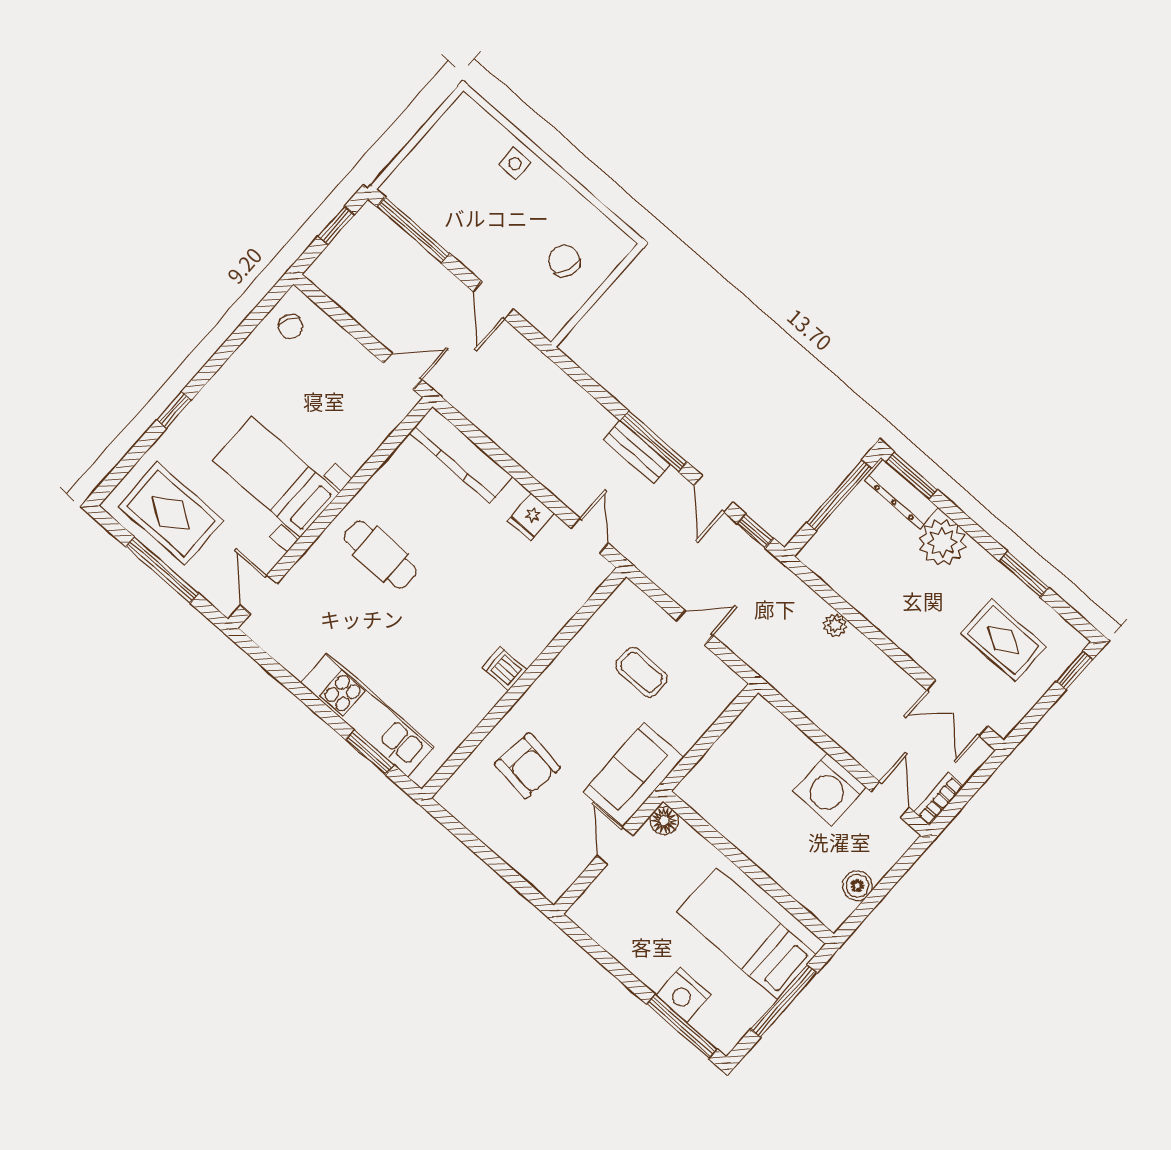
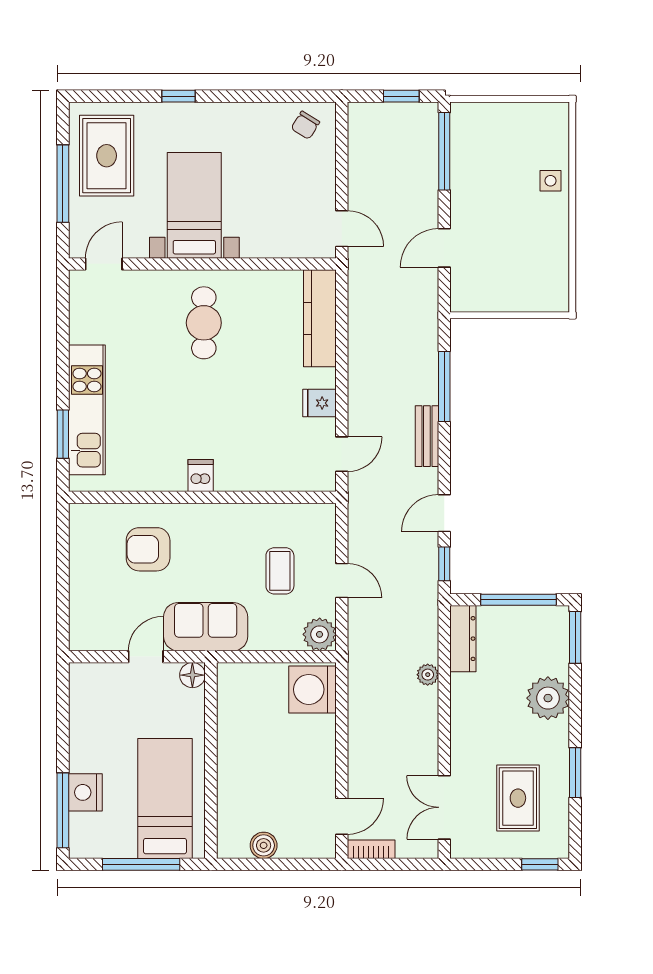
chair: (564, 261) -> (514, 272), removed
window: (654, 441) -> (444, 386), moved
dresser: (901, 494) -> (463, 639), moved, turned 180
plant: (723, 686) -> (320, 634), added
armchair: (527, 766) -> (148, 549), turned 83
washing machine: (829, 789) -> (313, 689), moved

